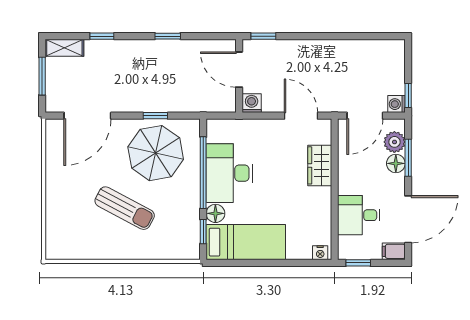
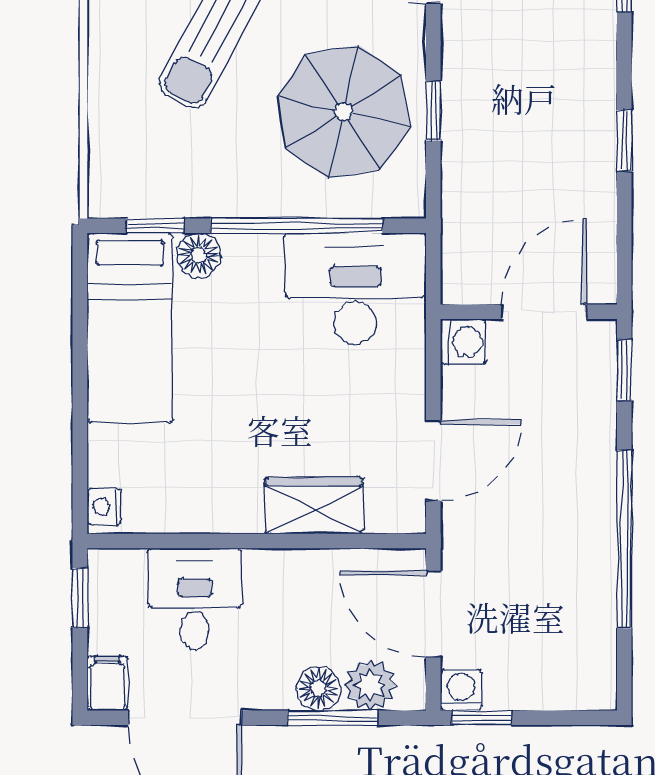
window: (334, 36) -> (624, 539), added
desk: (229, 173) -> (355, 289), moved

